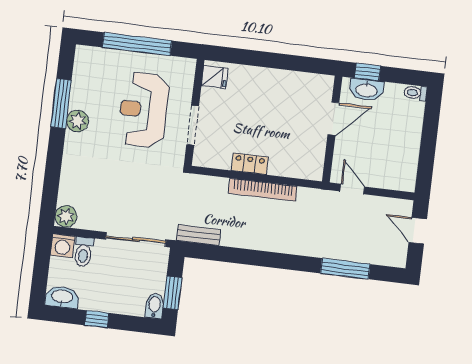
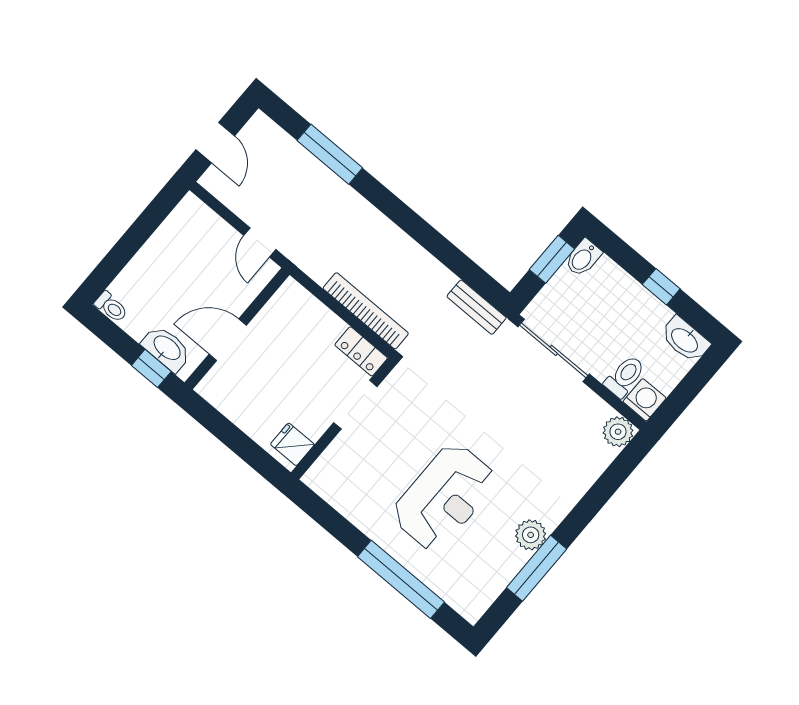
fridge: (215, 77) -> (292, 444), moved
wall: (194, 112) -> (344, 419), moved
doorway: (193, 125) -> (355, 405), moved

